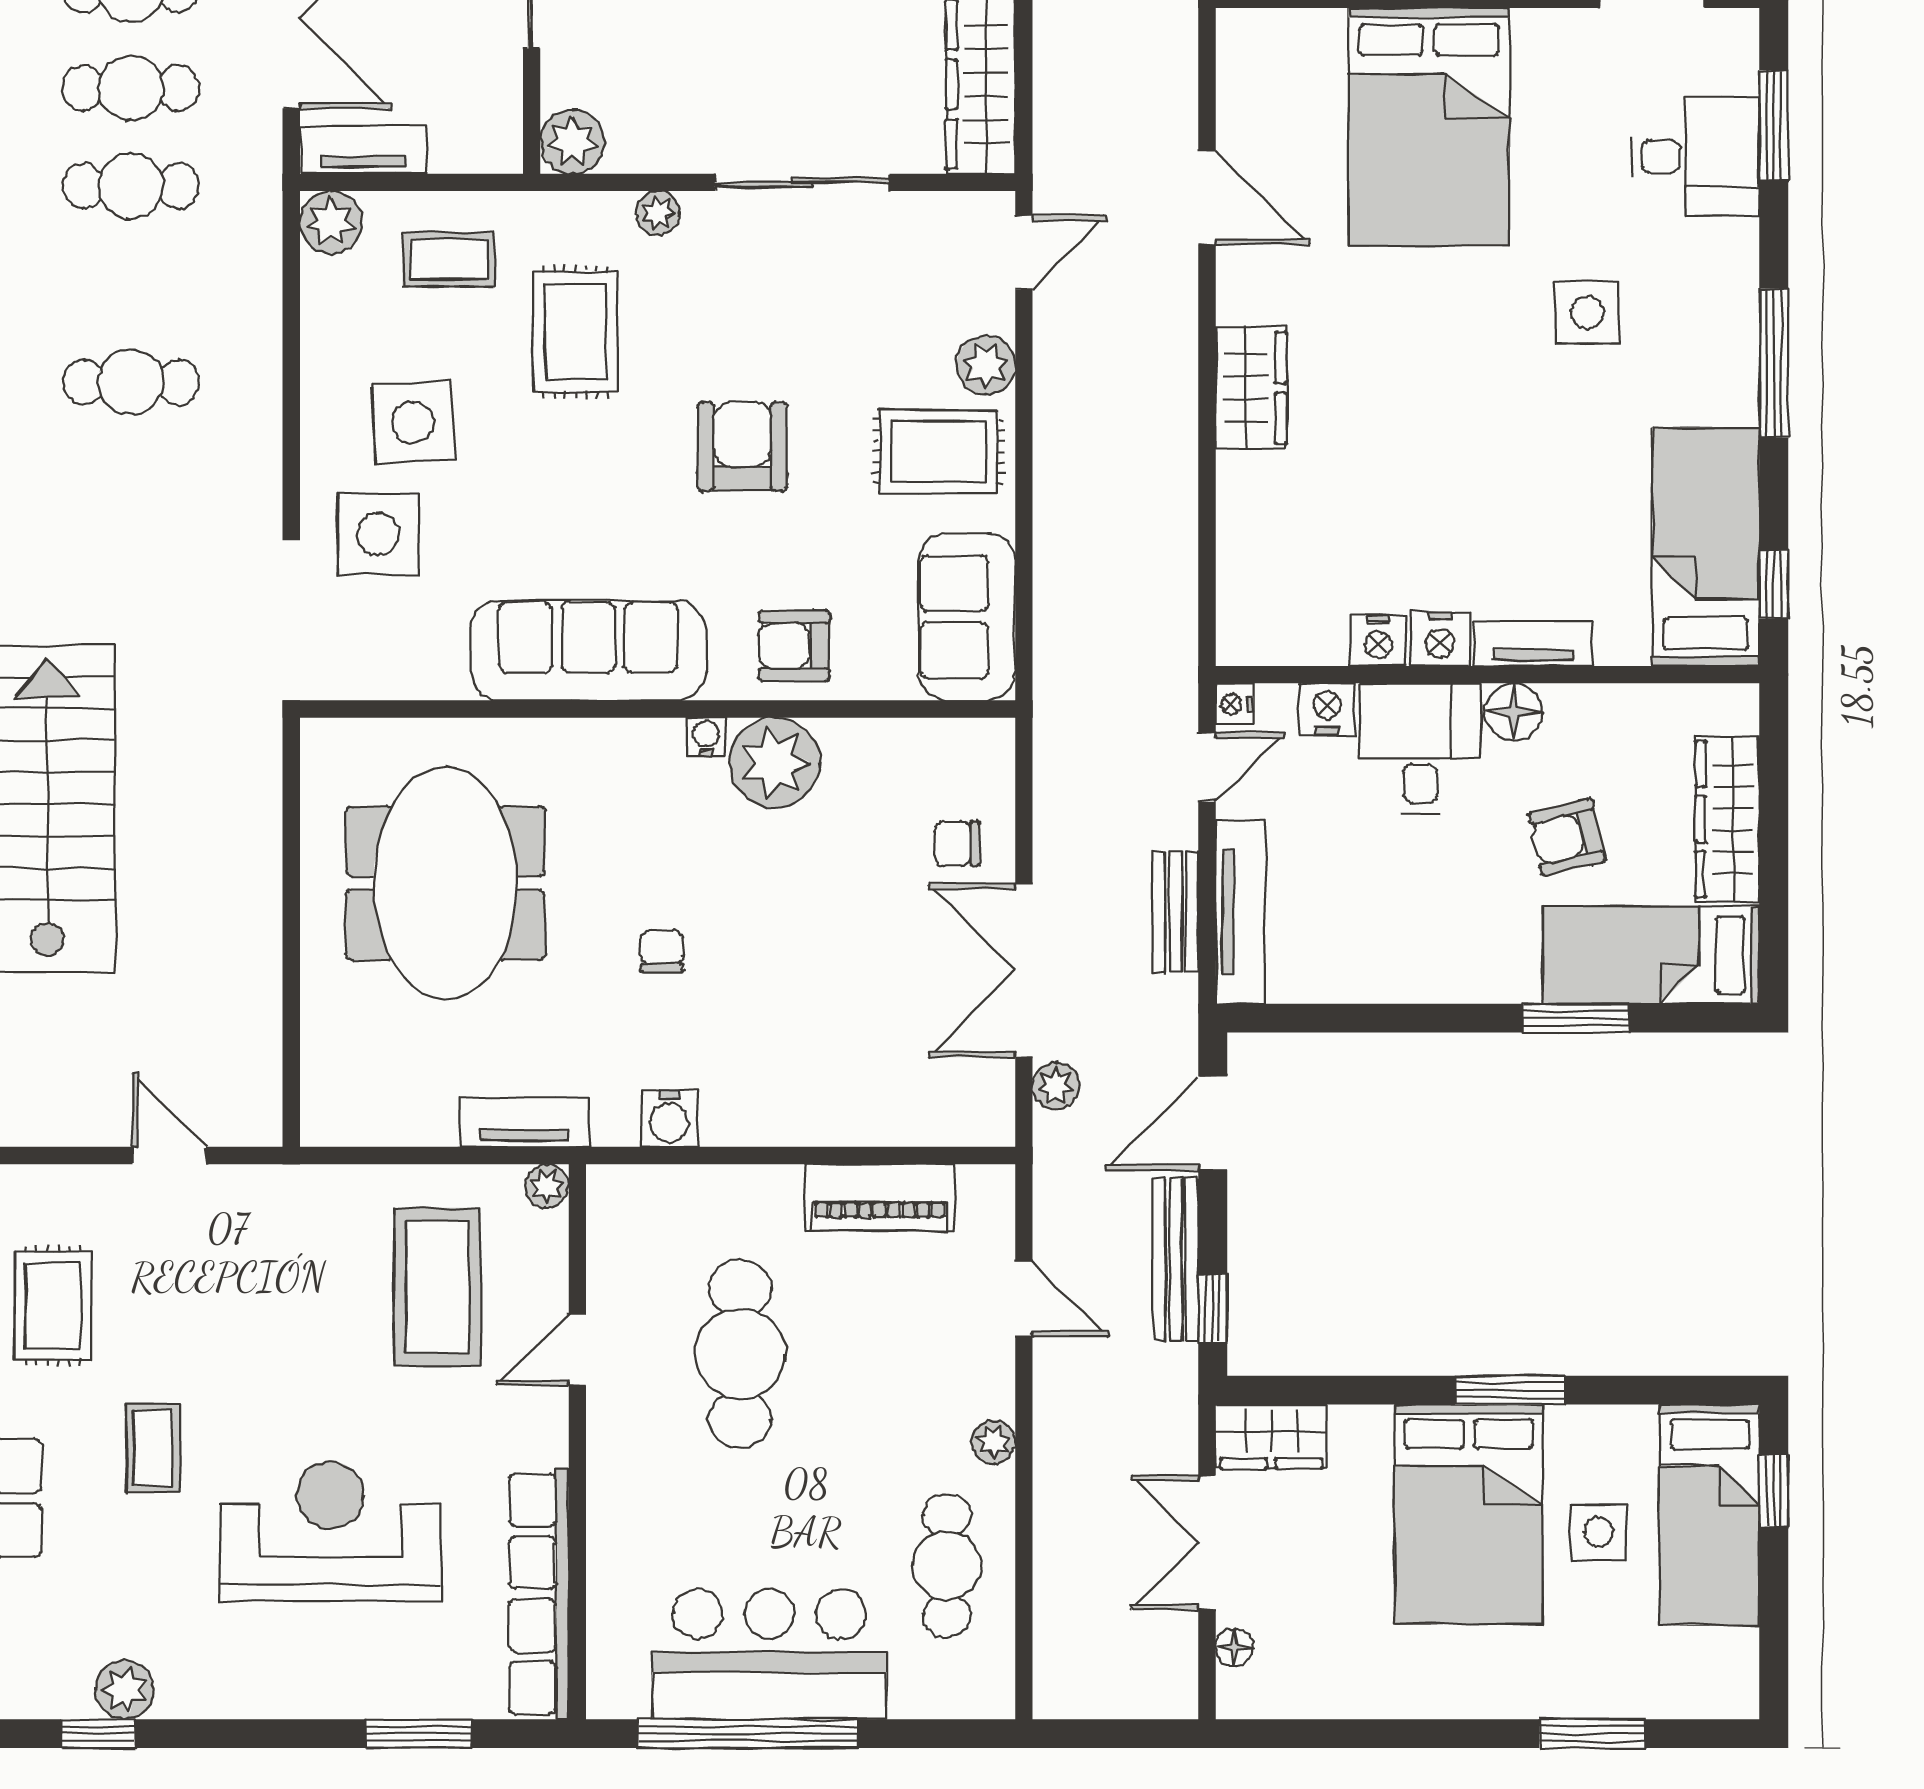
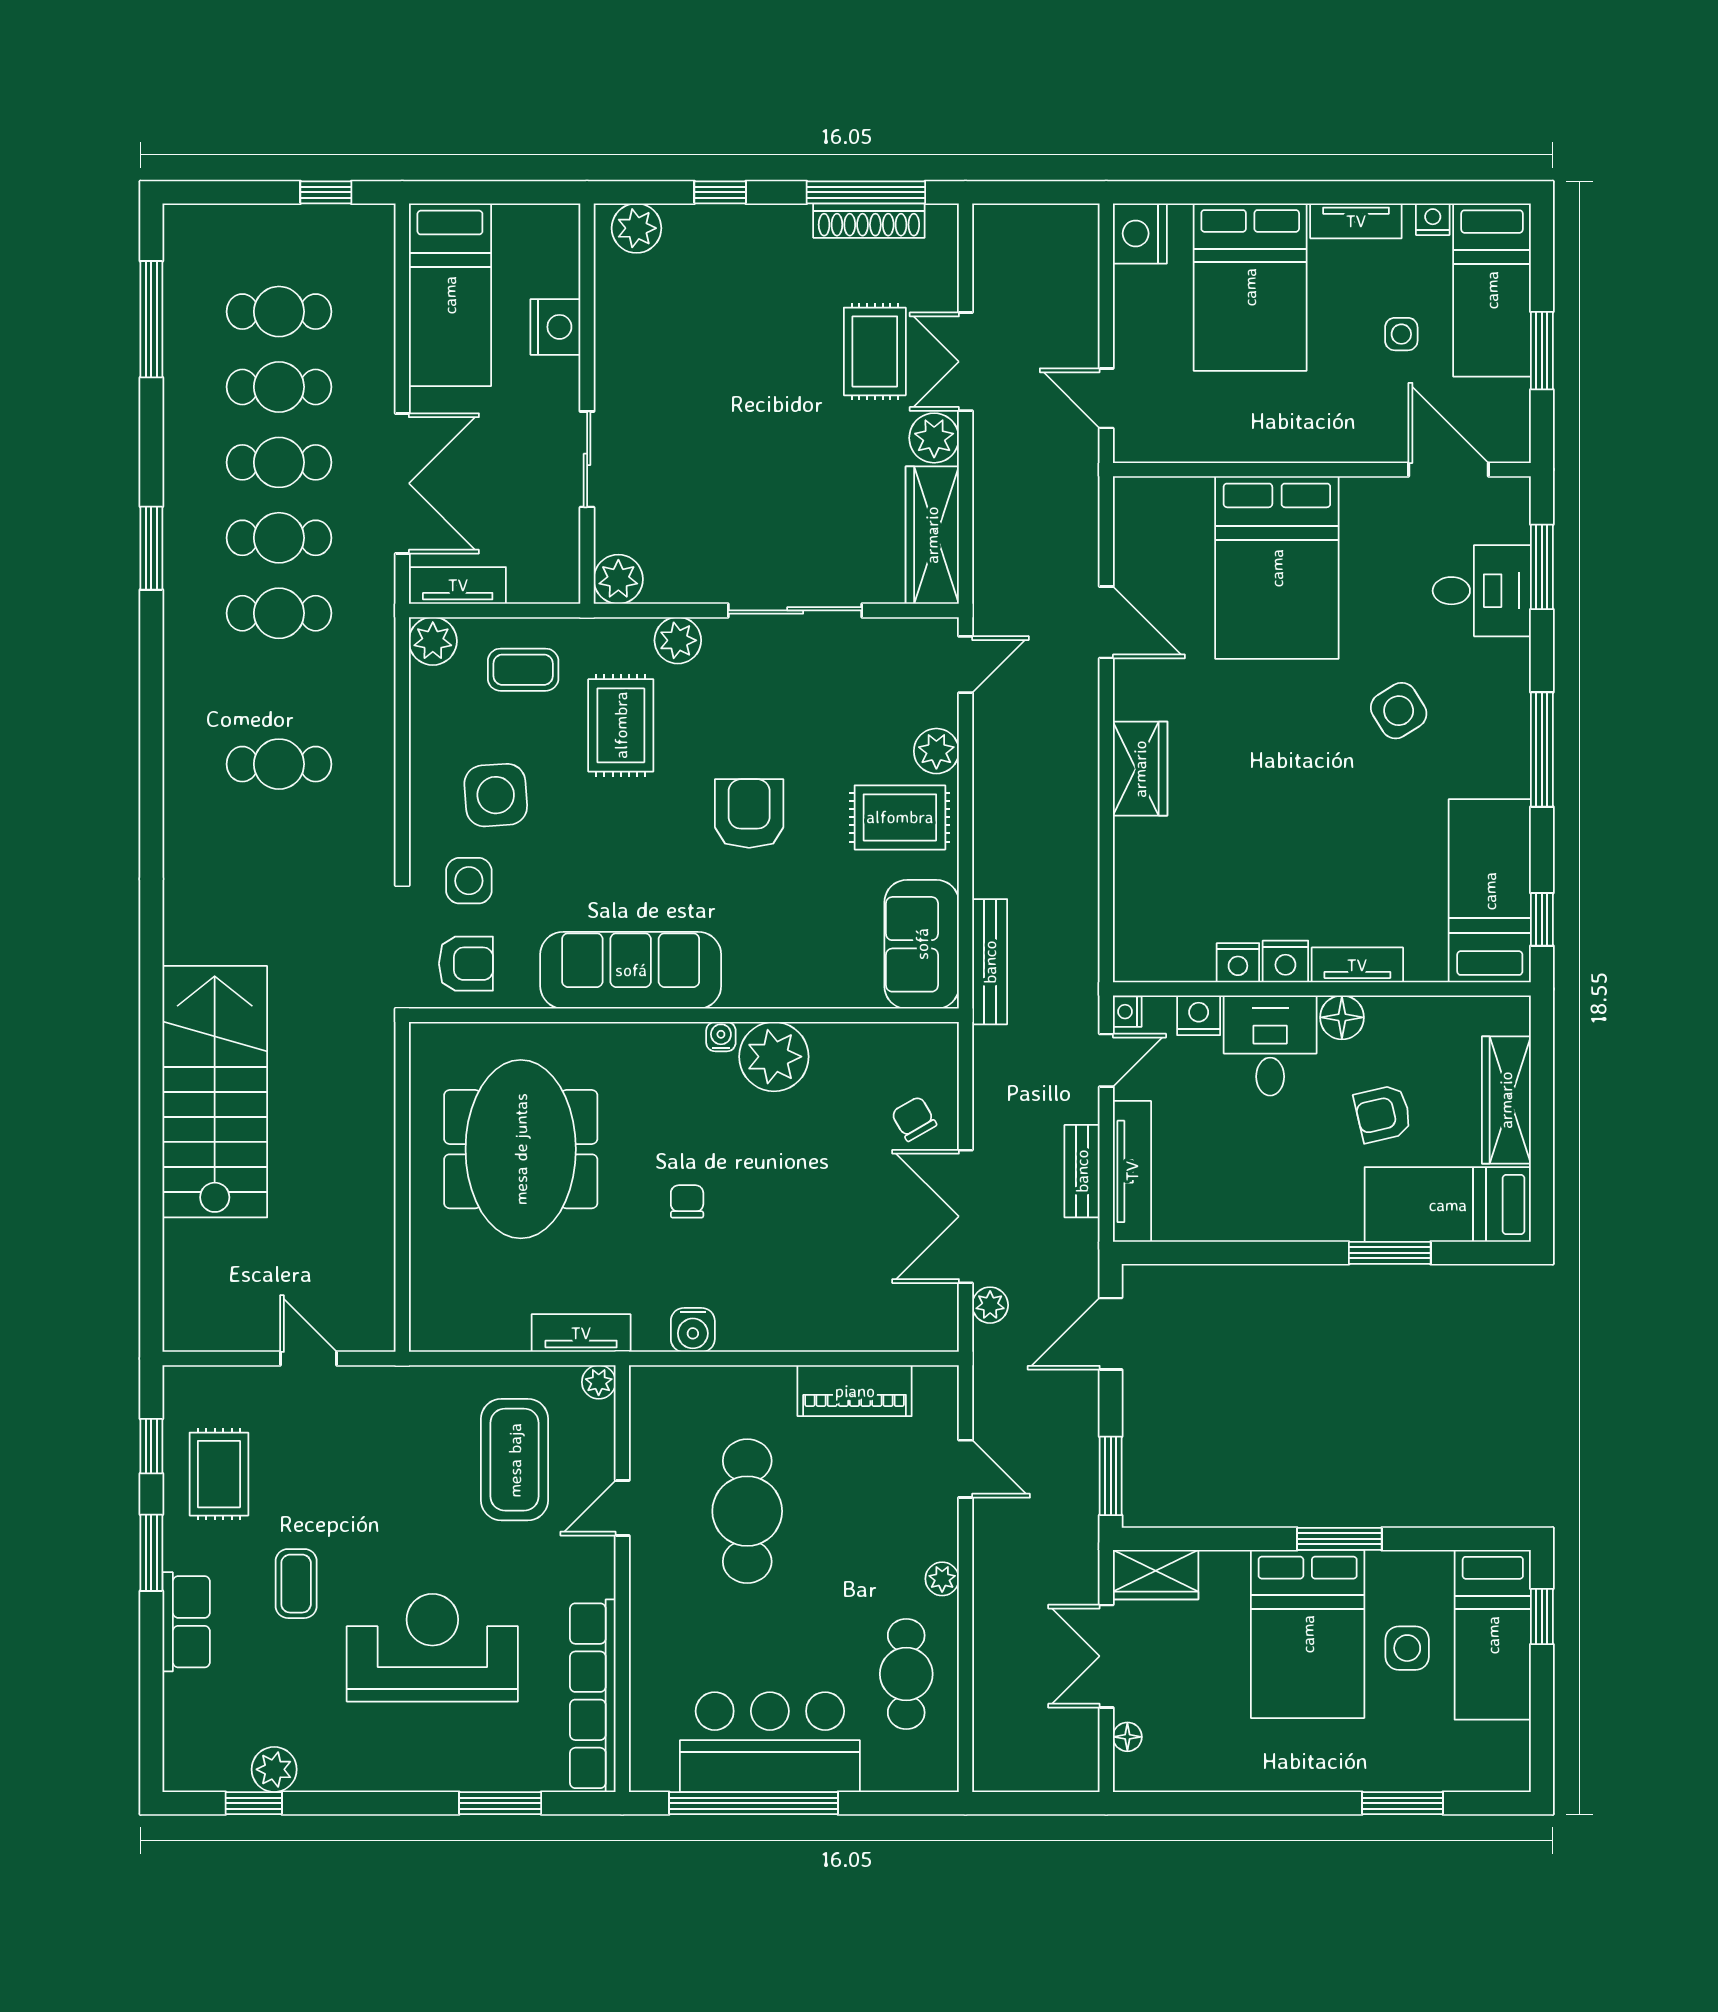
plant: (658, 213) -> (678, 640), width x1.38, depth x1.38
side table: (1587, 313) -> (1399, 711), turned -31
side table: (378, 534) -> (469, 881), width x0.73, depth x0.73
armchair: (794, 646) -> (466, 964), moved, turned 180
chair: (957, 844) -> (914, 1119), turned 60
bench: (1176, 1260) -> (990, 962), moved
window: (1213, 1308) -> (1111, 1476), width x1.50

